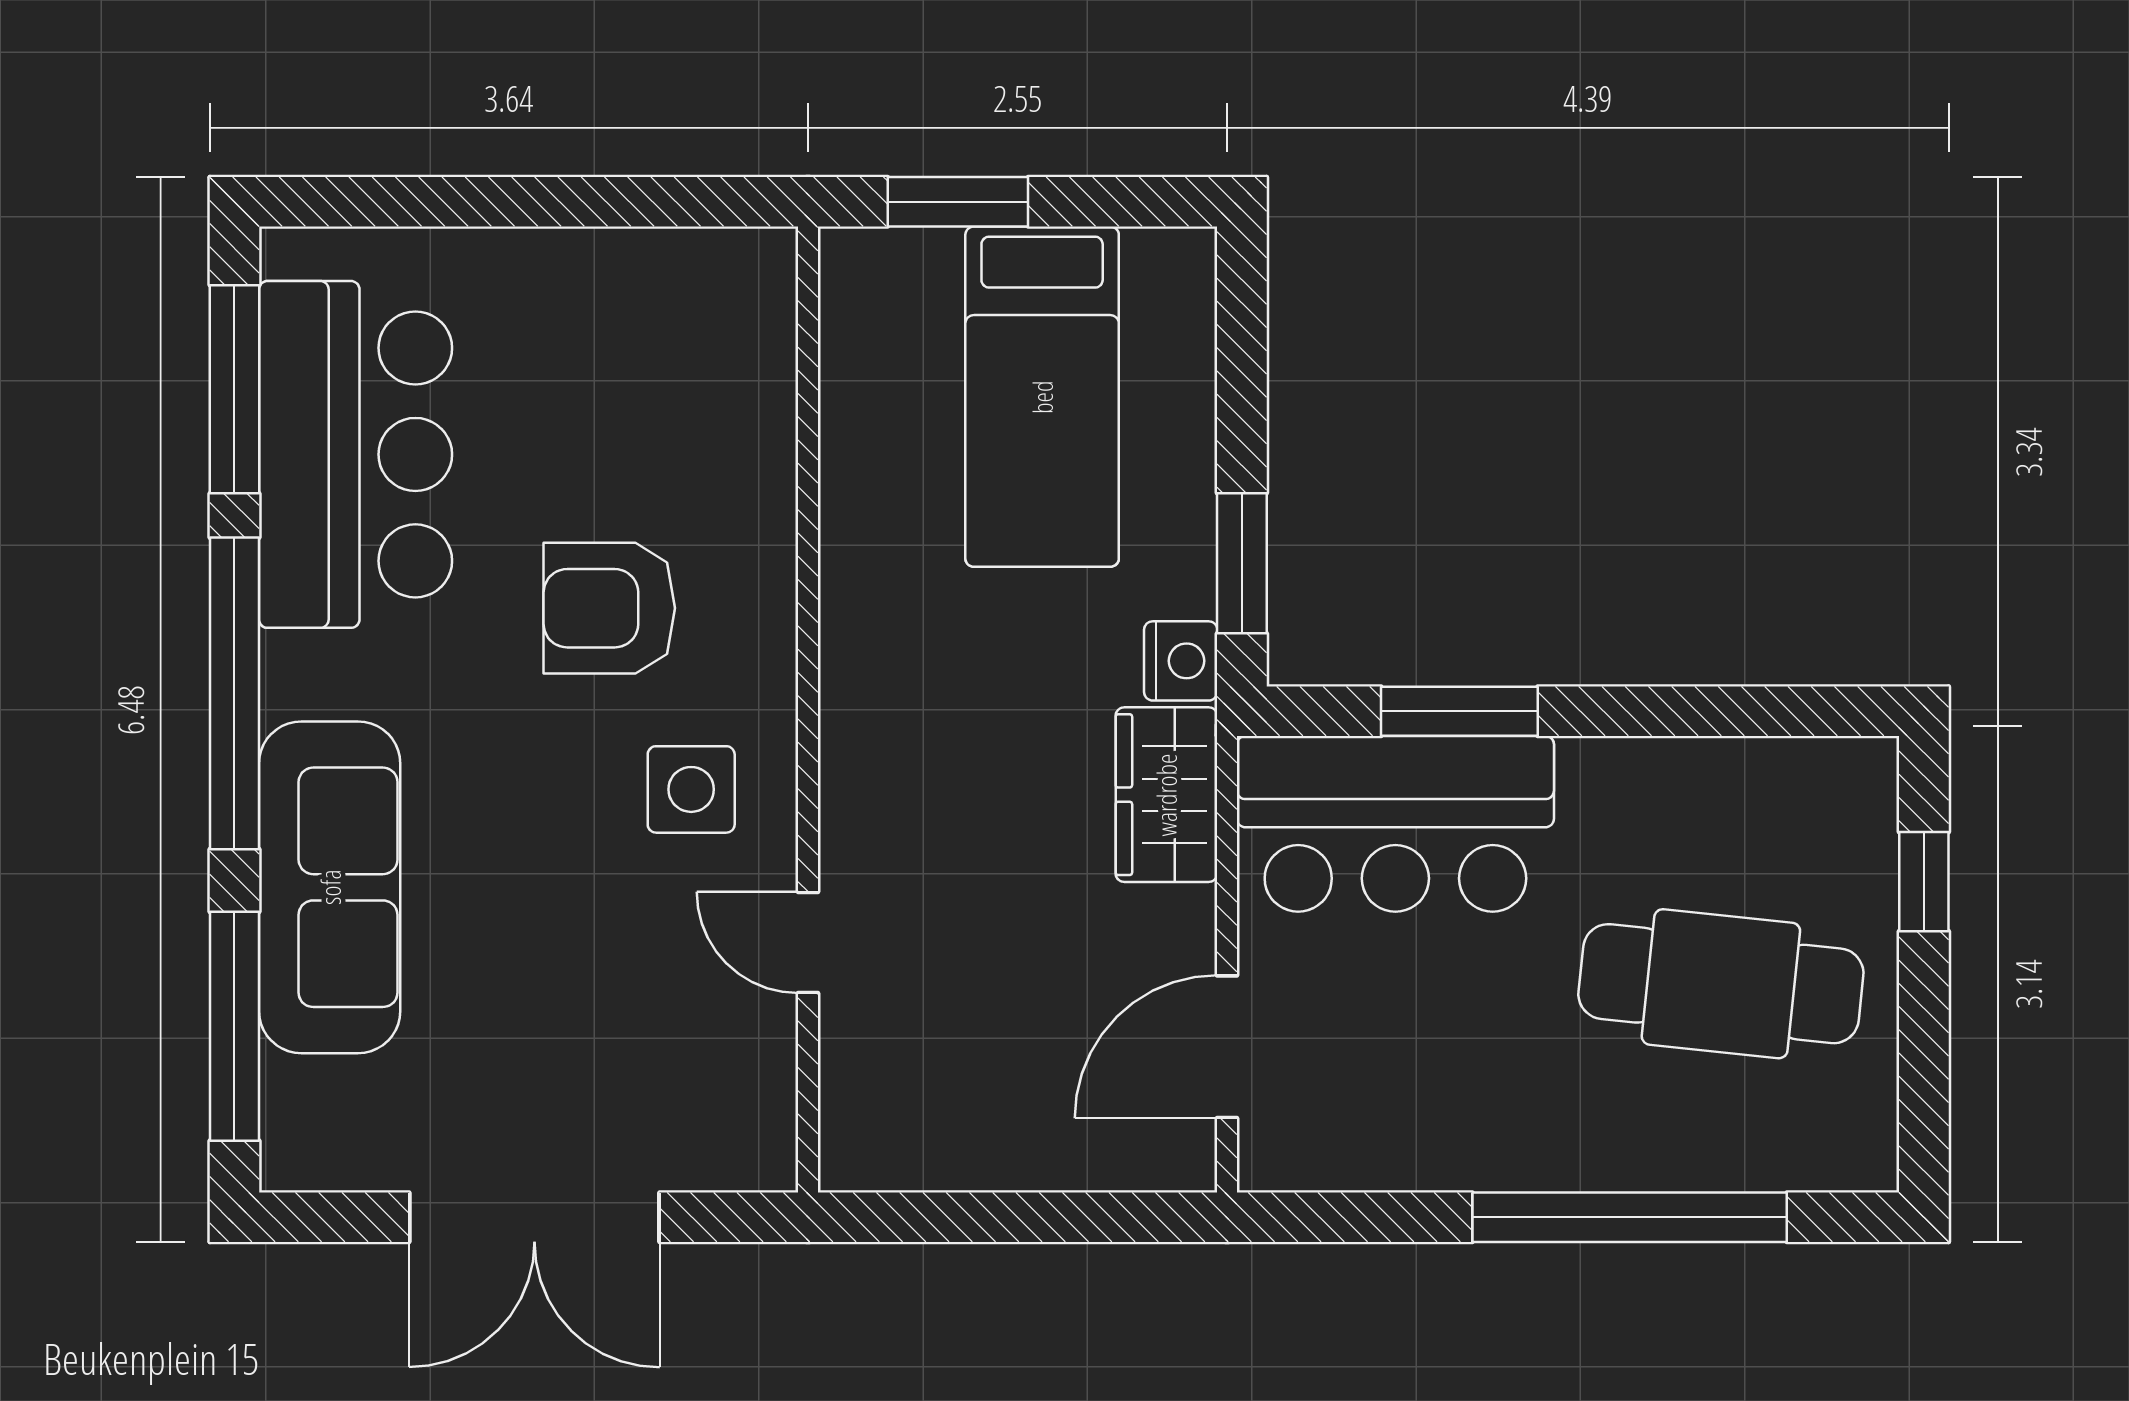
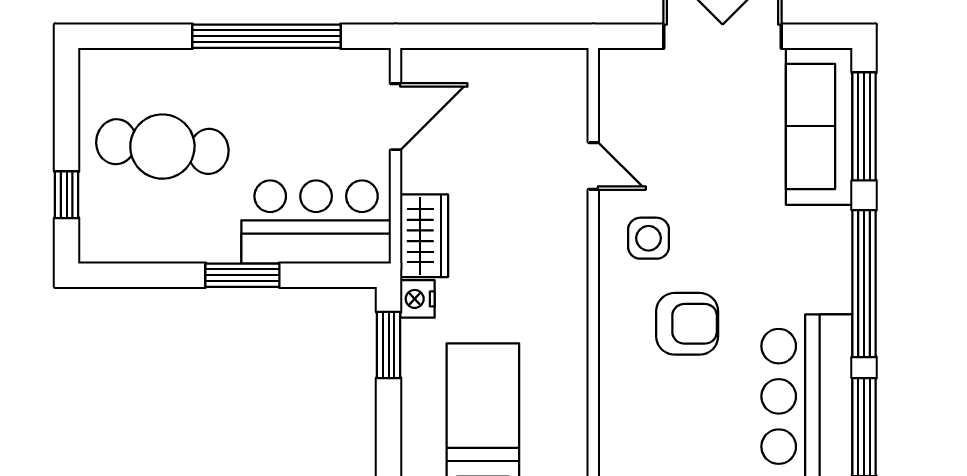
window: (1459, 711) -> (242, 275), moved
sofa: (330, 887) -> (819, 126), moved
window: (1630, 1217) -> (267, 36), moved

